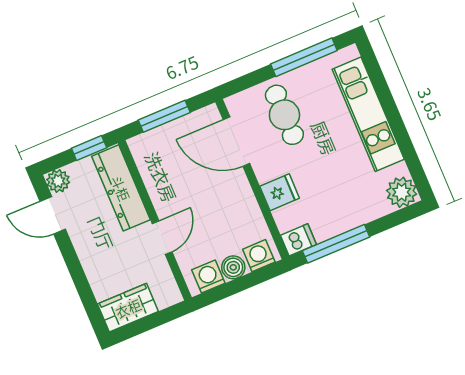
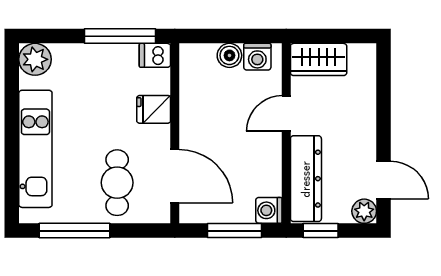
washing machine: (259, 256) -> (269, 210), moved, turned 90
wardrobe: (128, 308) -> (319, 59), moved

